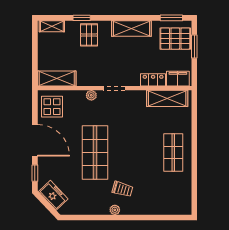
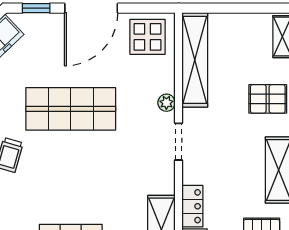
shelving: (57, 79) -> (195, 60), width x1.47

